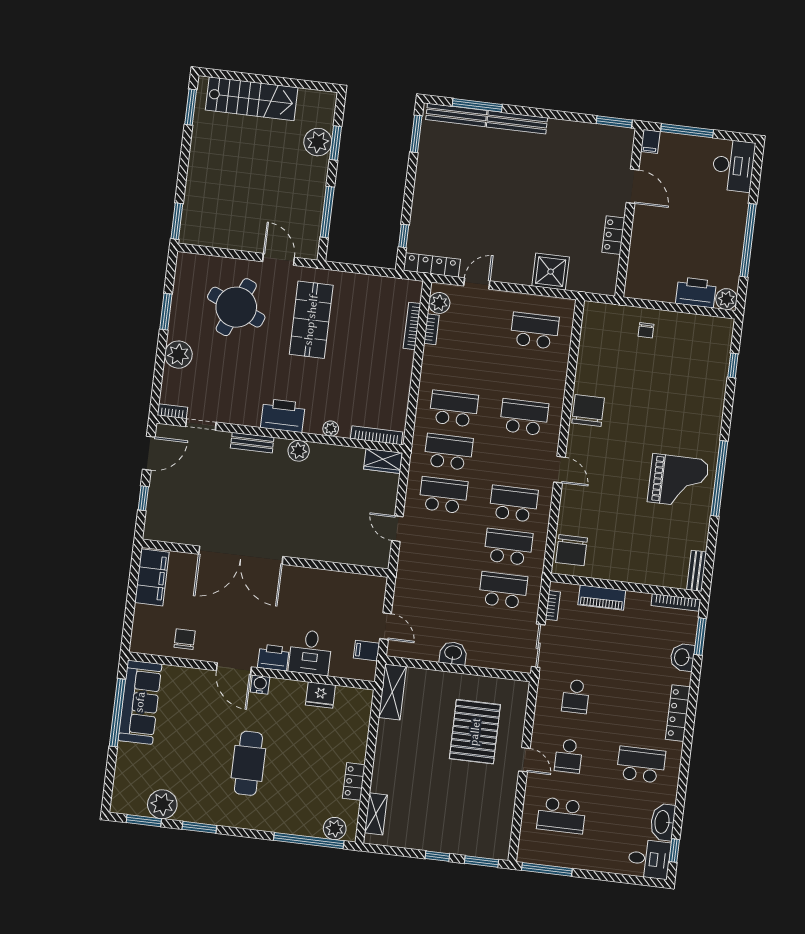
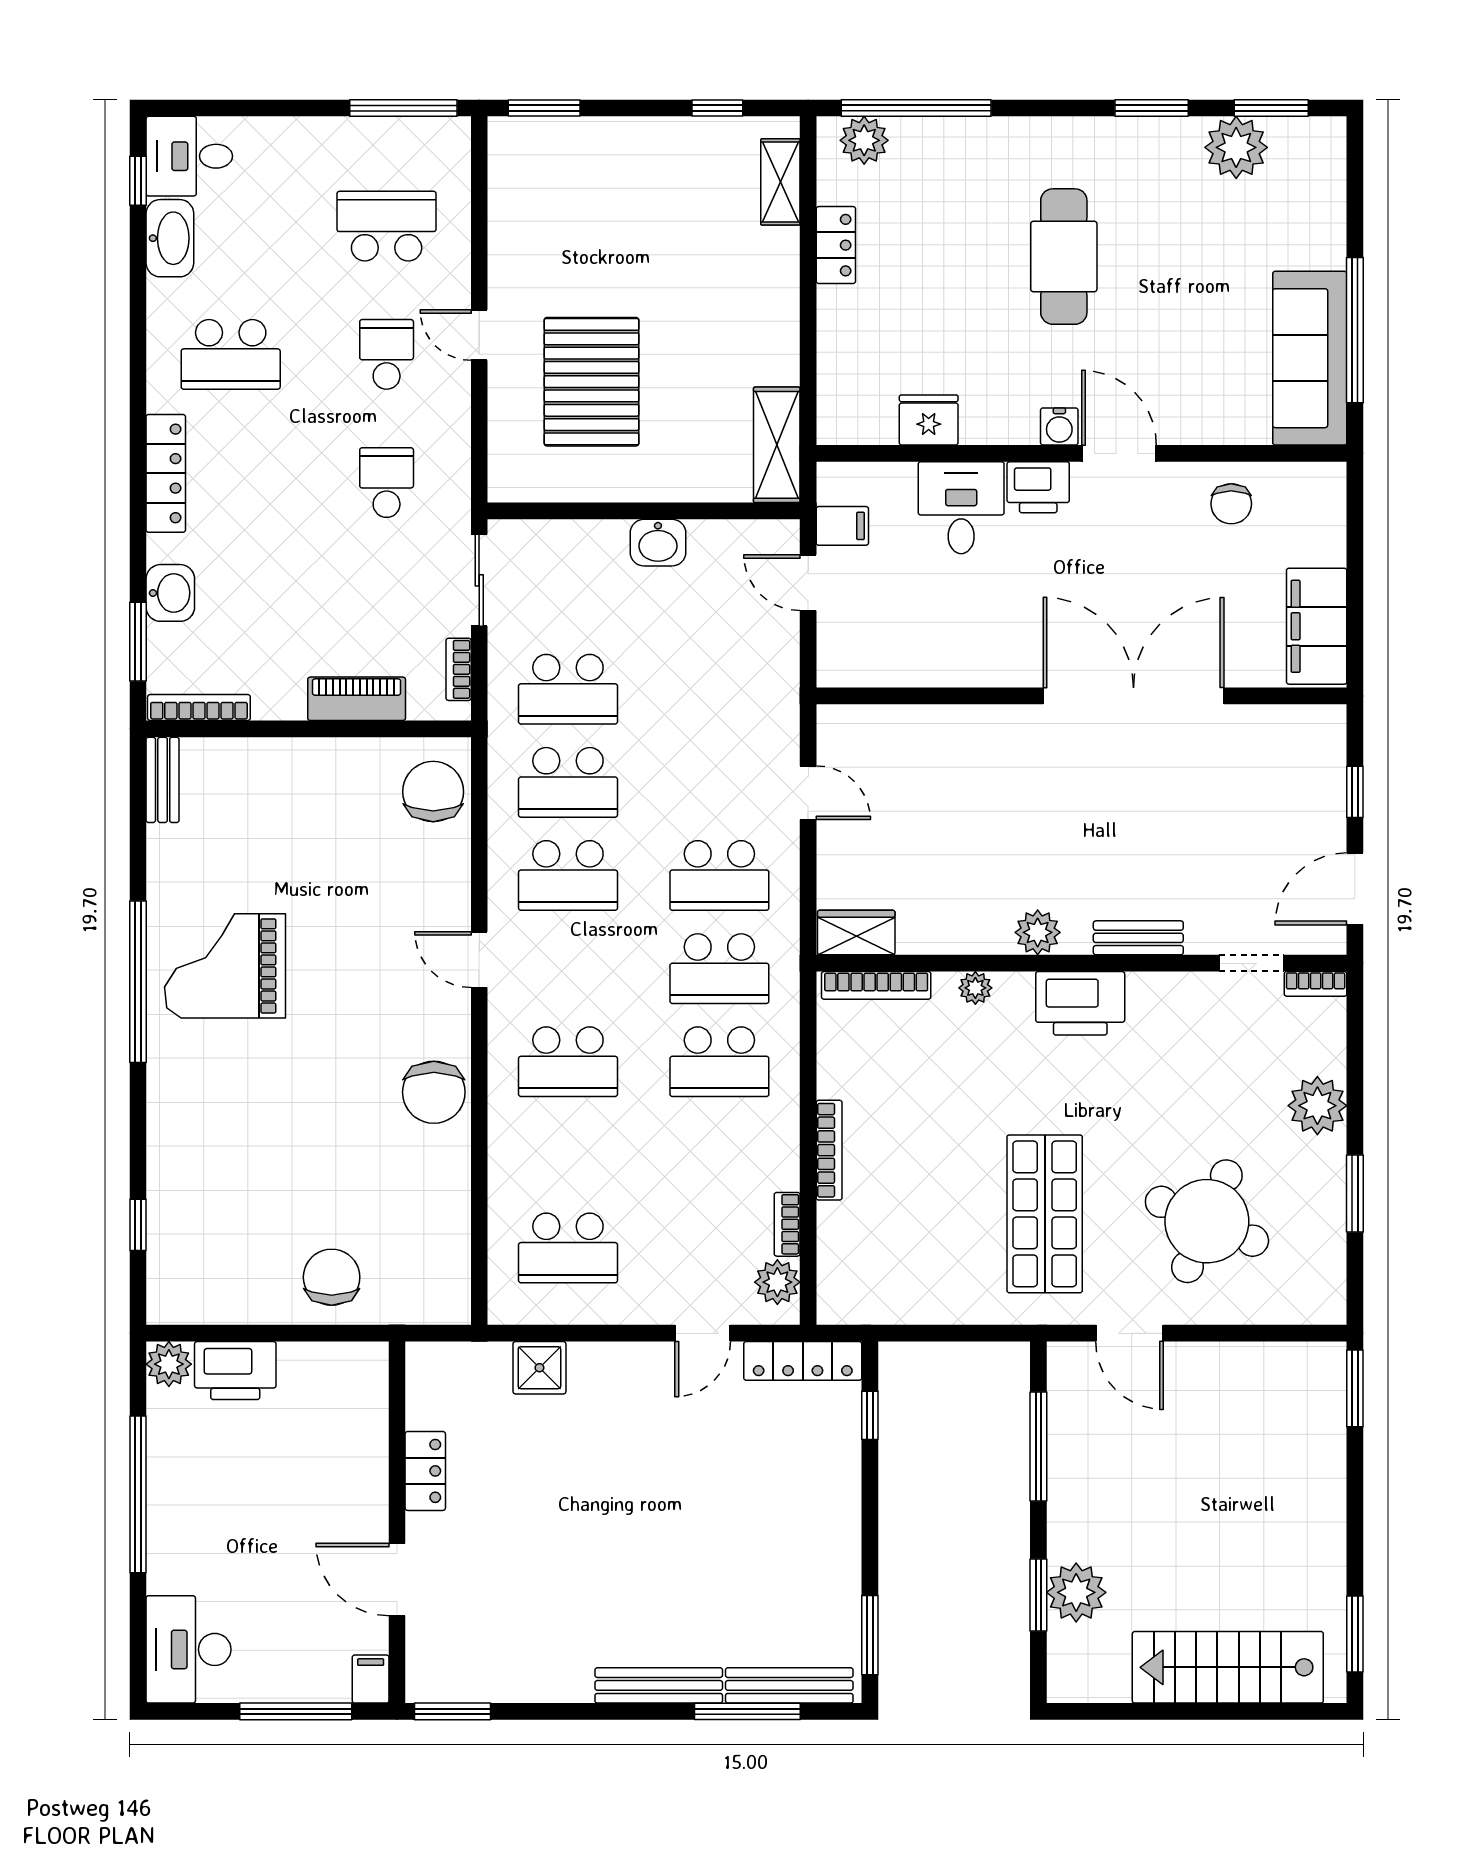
shower: (551, 272) -> (539, 1368), width x0.73, depth x0.73
bookcase: (412, 326) -> (829, 1150), moved
chair: (646, 330) -> (332, 1277), width x1.87, depth x1.87
window: (437, 856) -> (717, 108), moved

